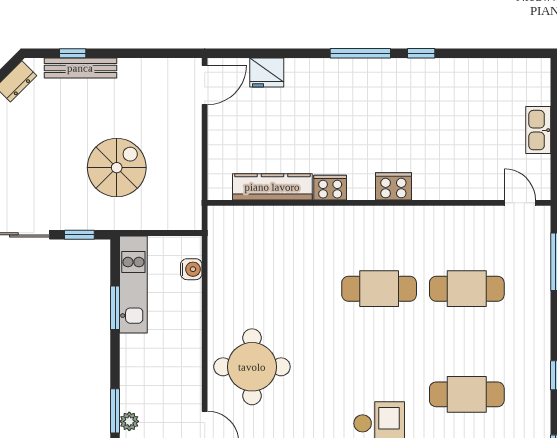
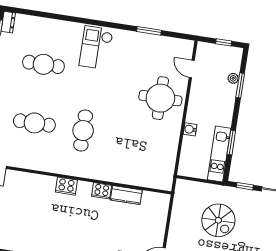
spiral stairs: (117, 168) -> (218, 220), turned -90
kitchen counter: (272, 187) -> (126, 195), width x0.67
water cooler: (191, 269) -> (190, 129), moved
cafe table: (379, 289) -> (83, 131), turned 90

